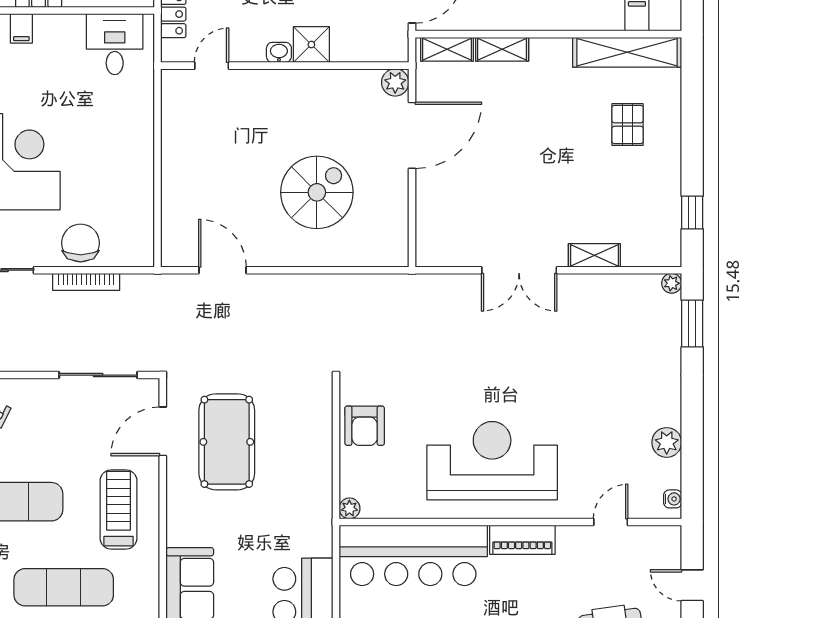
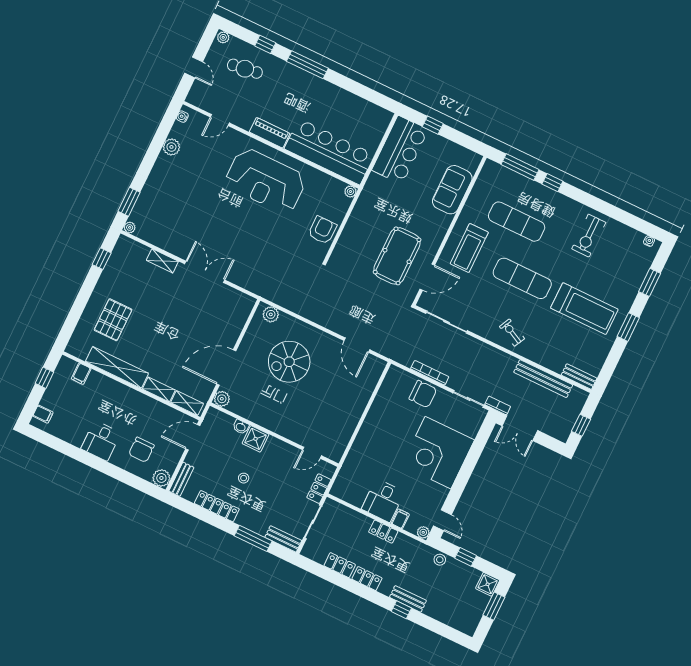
desk: (115, 44) -> (383, 500), moved
washbasin: (279, 52) -> (241, 427), moved
shelving: (627, 52) -> (117, 367), moved
pallet: (628, 124) -> (113, 320), width x1.50, depth x1.42
chair: (81, 243) -> (423, 394), turned -90
plant: (382, 253) -> (271, 314), added

